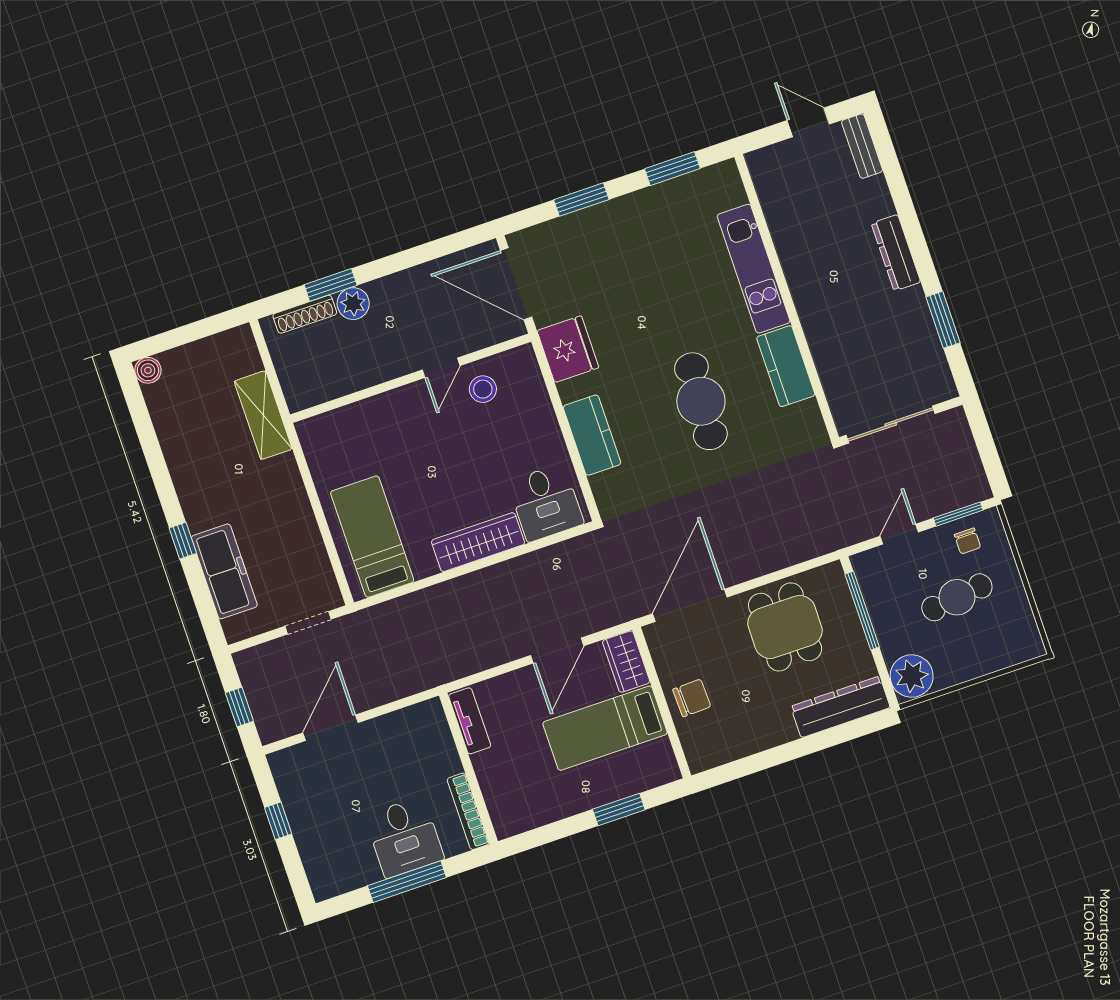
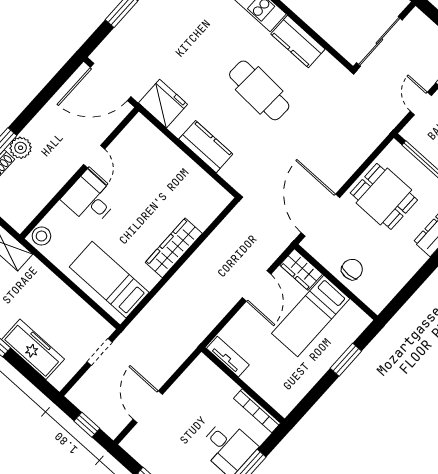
stool: (483, 389) -> (41, 236), moved
desk: (546, 503) -> (90, 199), moved, turned 180

